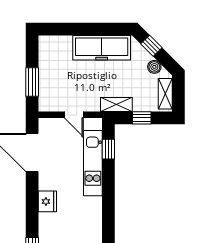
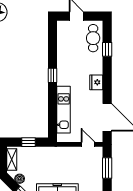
shelving: (116, 105) -> (47, 152), removed
door: (74, 115) -> (88, 144), moved
window: (108, 149) -> (53, 75), moved

